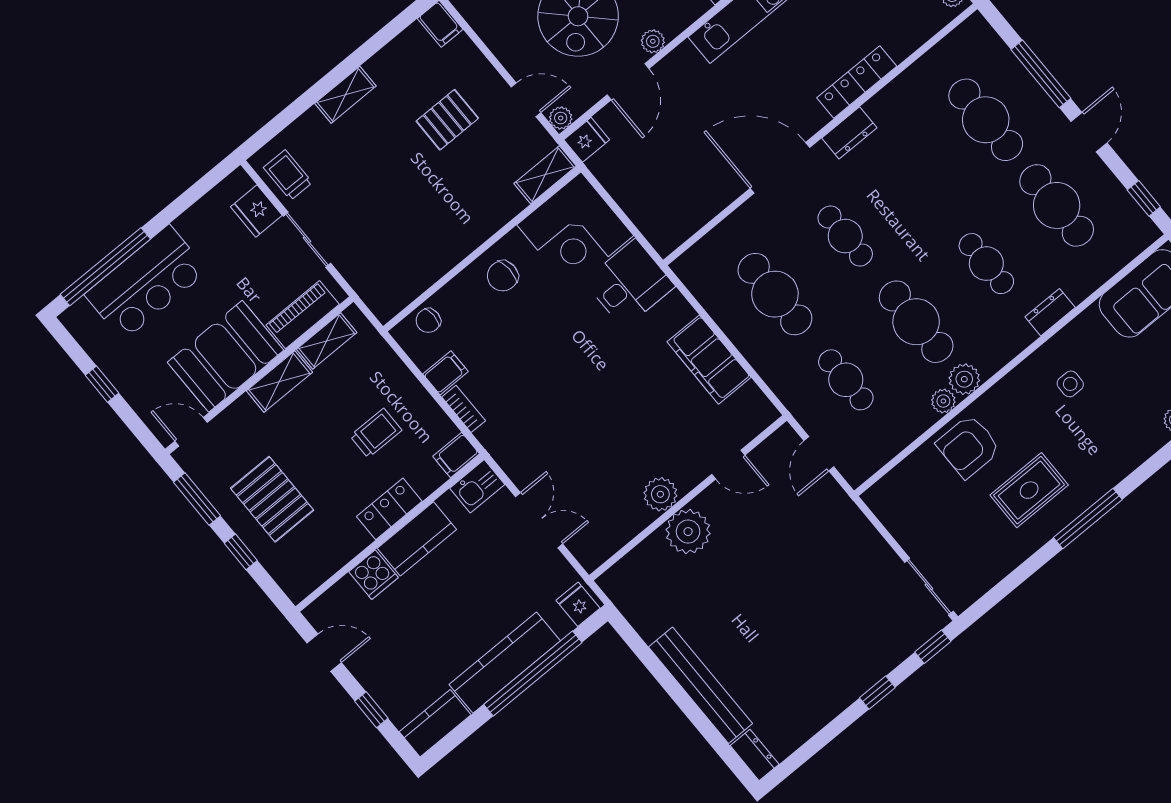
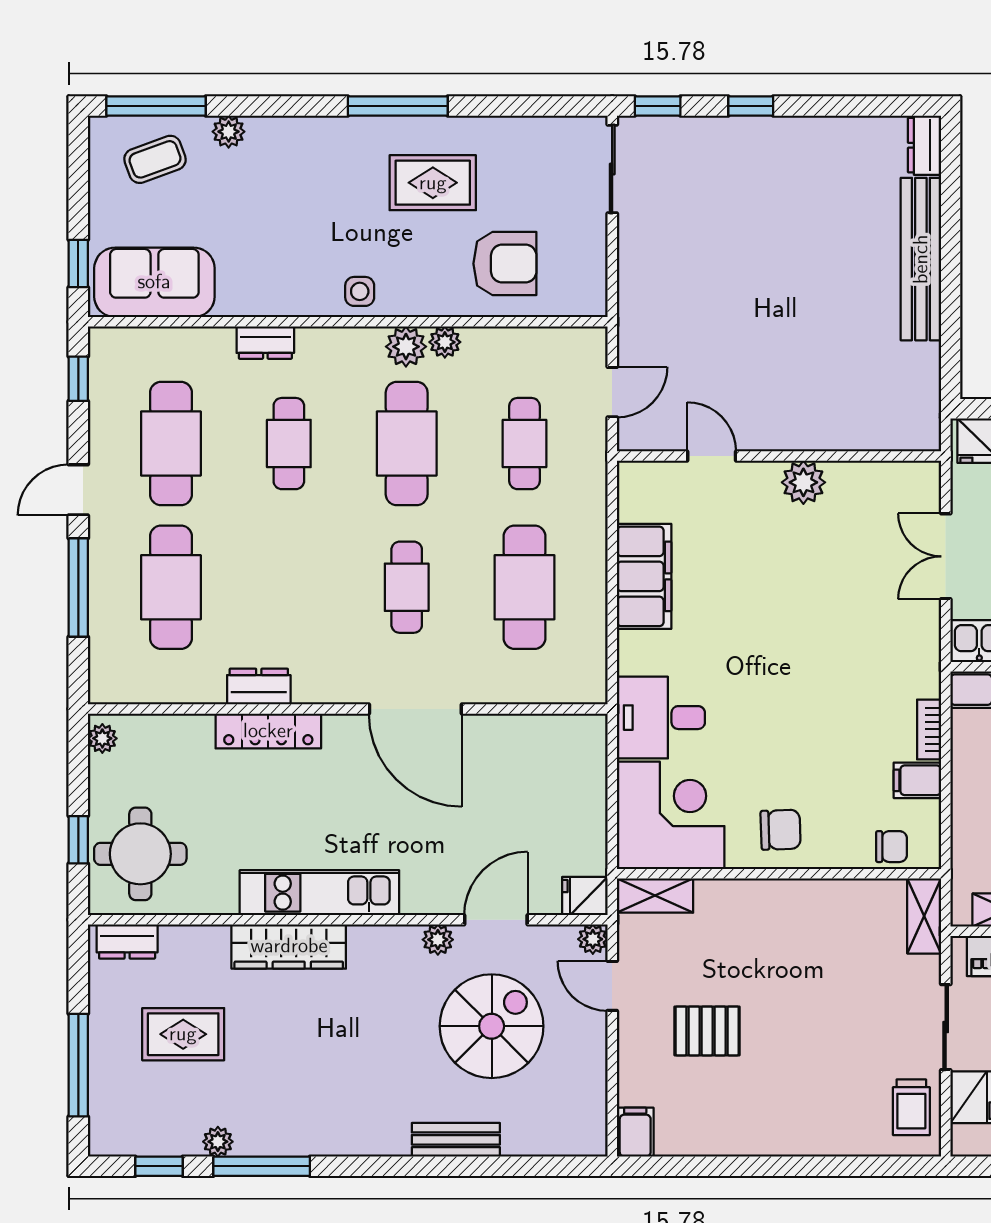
shelving: (345, 95) -> (924, 916), moved, turned 90
dresser: (849, 133) -> (259, 686), moved
side table: (1070, 384) -> (360, 291), moved
armchair: (968, 446) -> (505, 264), moved
plant: (688, 532) -> (807, 422), removed

